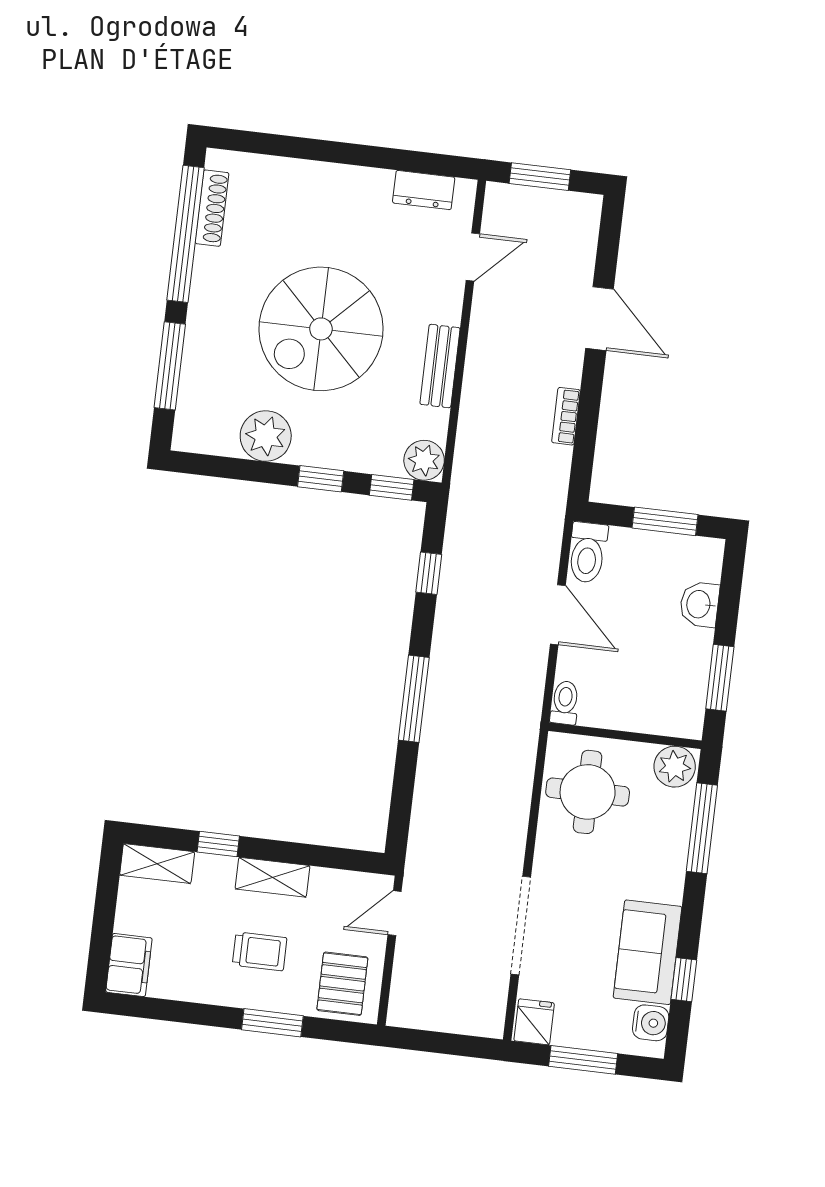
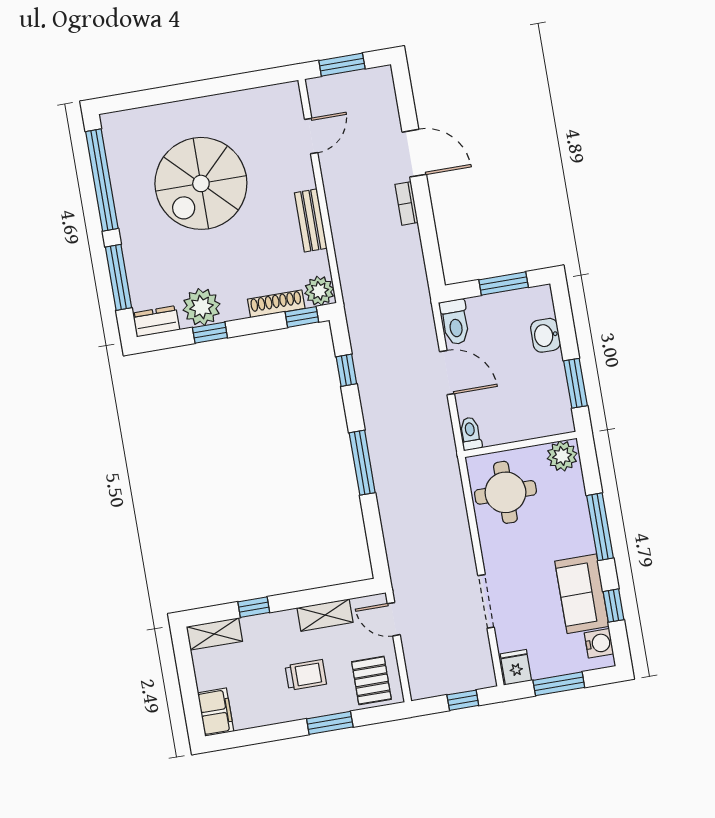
dresser: (424, 190) -> (156, 321), moved, turned 180
shoe rack: (212, 208) -> (276, 304), moved, turned -90
spiral stairs: (321, 329) -> (201, 183), moved
bookcase: (566, 416) -> (406, 203), moved
window: (321, 479) -> (210, 333), moved
window: (702, 828) -> (600, 527), moved
shelving: (272, 877) -> (325, 615), moved
door: (395, 913) -> (394, 619), hinge flipped
doorway: (521, 925) -> (486, 601), width x0.73
window: (453, 1044) -> (463, 700), added

